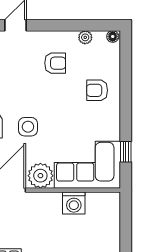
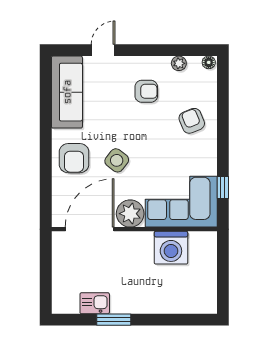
armchair: (97, 90) -> (192, 121), turned 68
side table: (28, 127) -> (117, 160), turned 38
washing machine: (74, 203) -> (171, 248), width x1.37, depth x1.37

